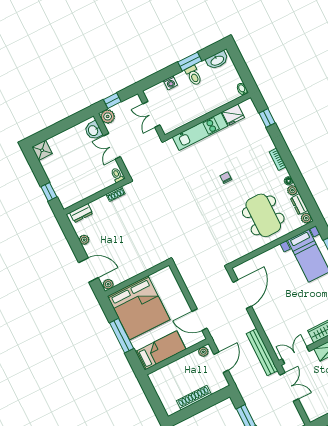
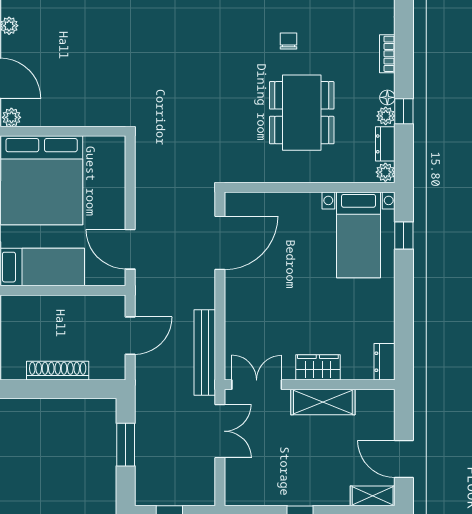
window: (300, 184) -> (404, 111), added
dining table: (263, 215) -> (302, 113), moved
plant: (203, 352) -> (110, 304), removed

